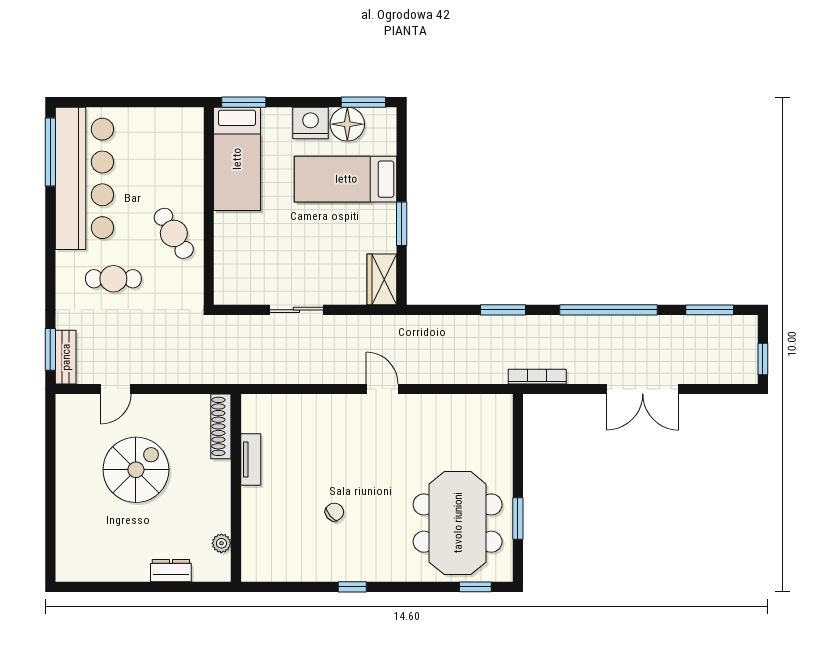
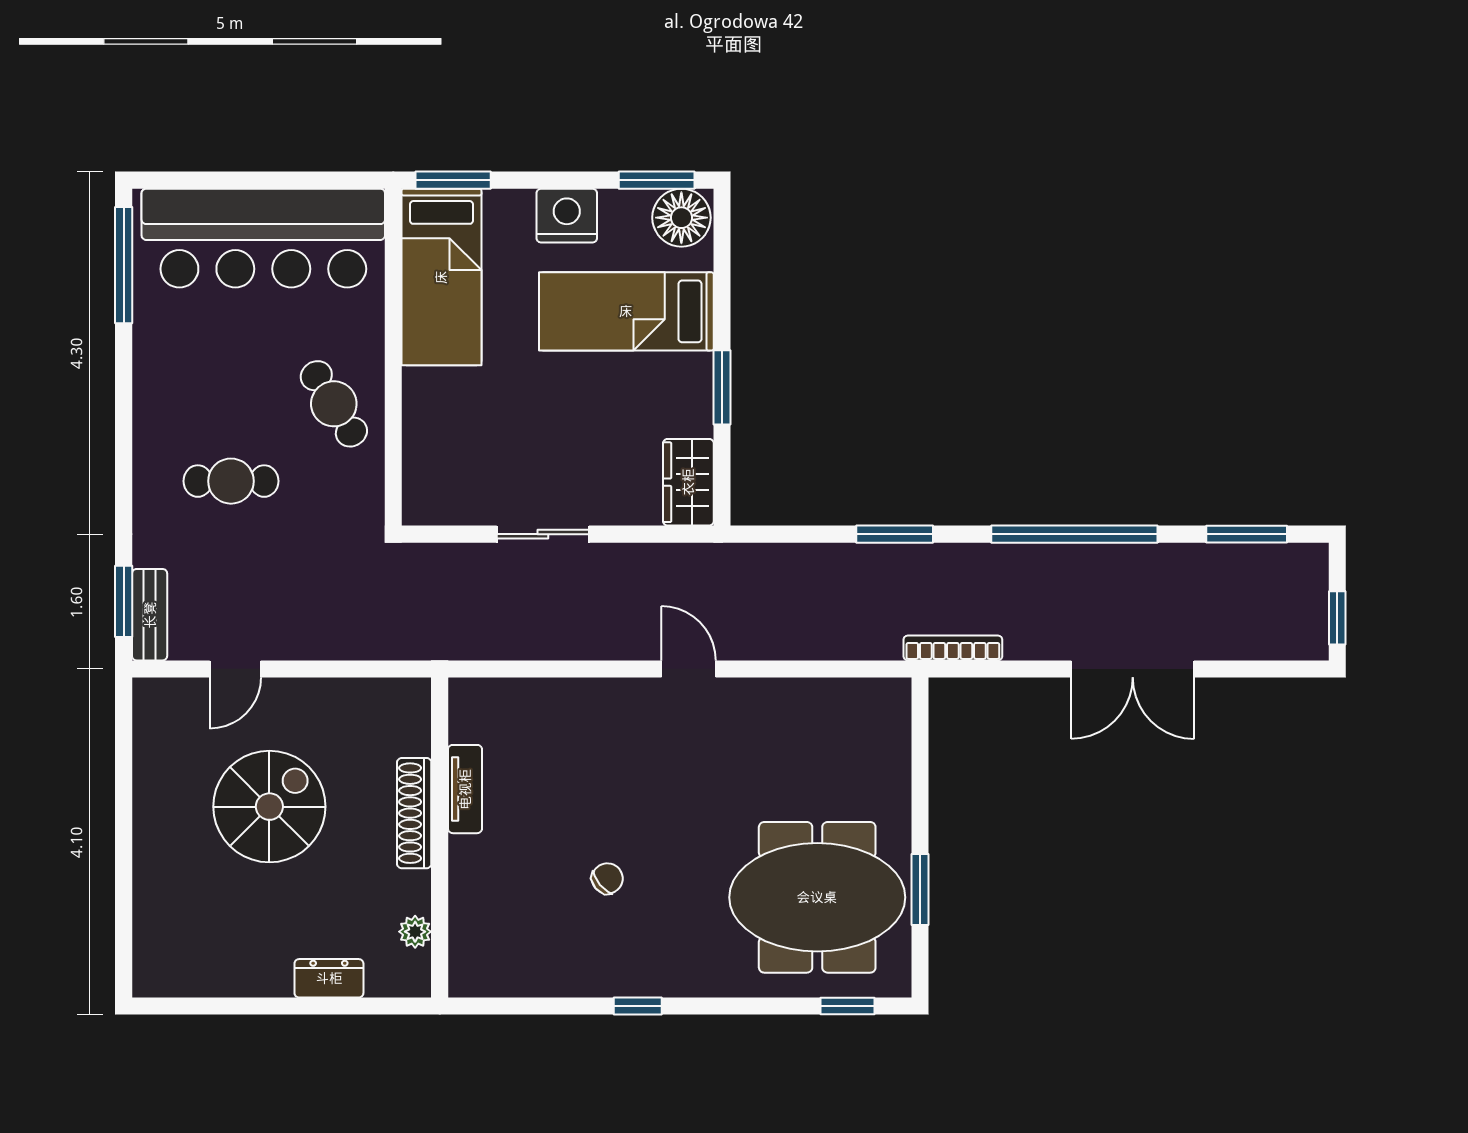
floor lamp: (347, 124) -> (681, 218), moved
bar counter: (84, 178) -> (263, 238), moved, turned 90
shoe rack: (221, 426) -> (414, 813), moved
meeting table: (458, 523) -> (817, 897), turned 90

